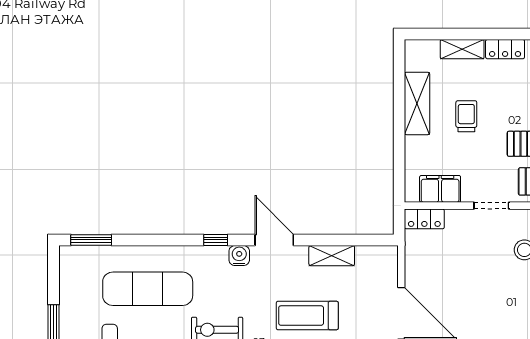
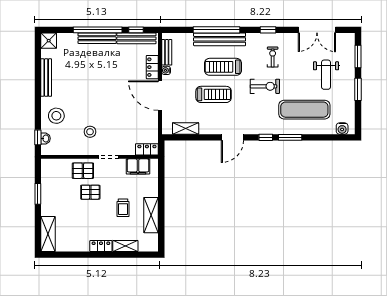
window: (91, 240) -> (290, 137), moved
door: (274, 240) -> (232, 137), hinge flipped
water cooler: (239, 256) -> (342, 129), moved
shelving: (332, 256) -> (186, 128), moved

